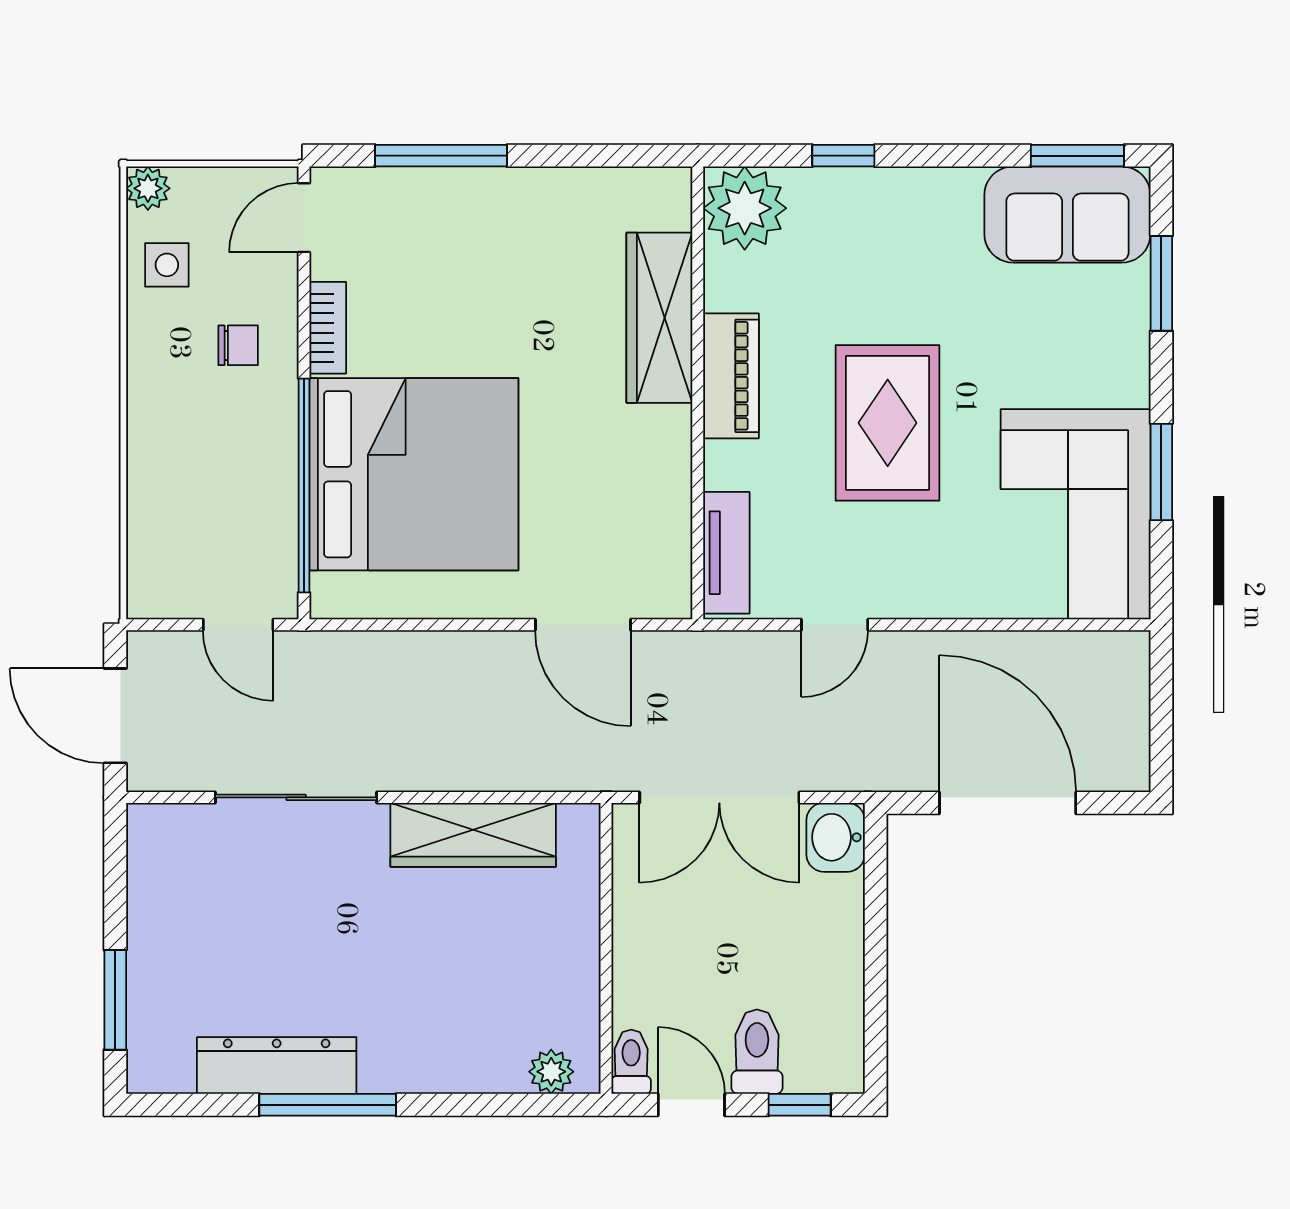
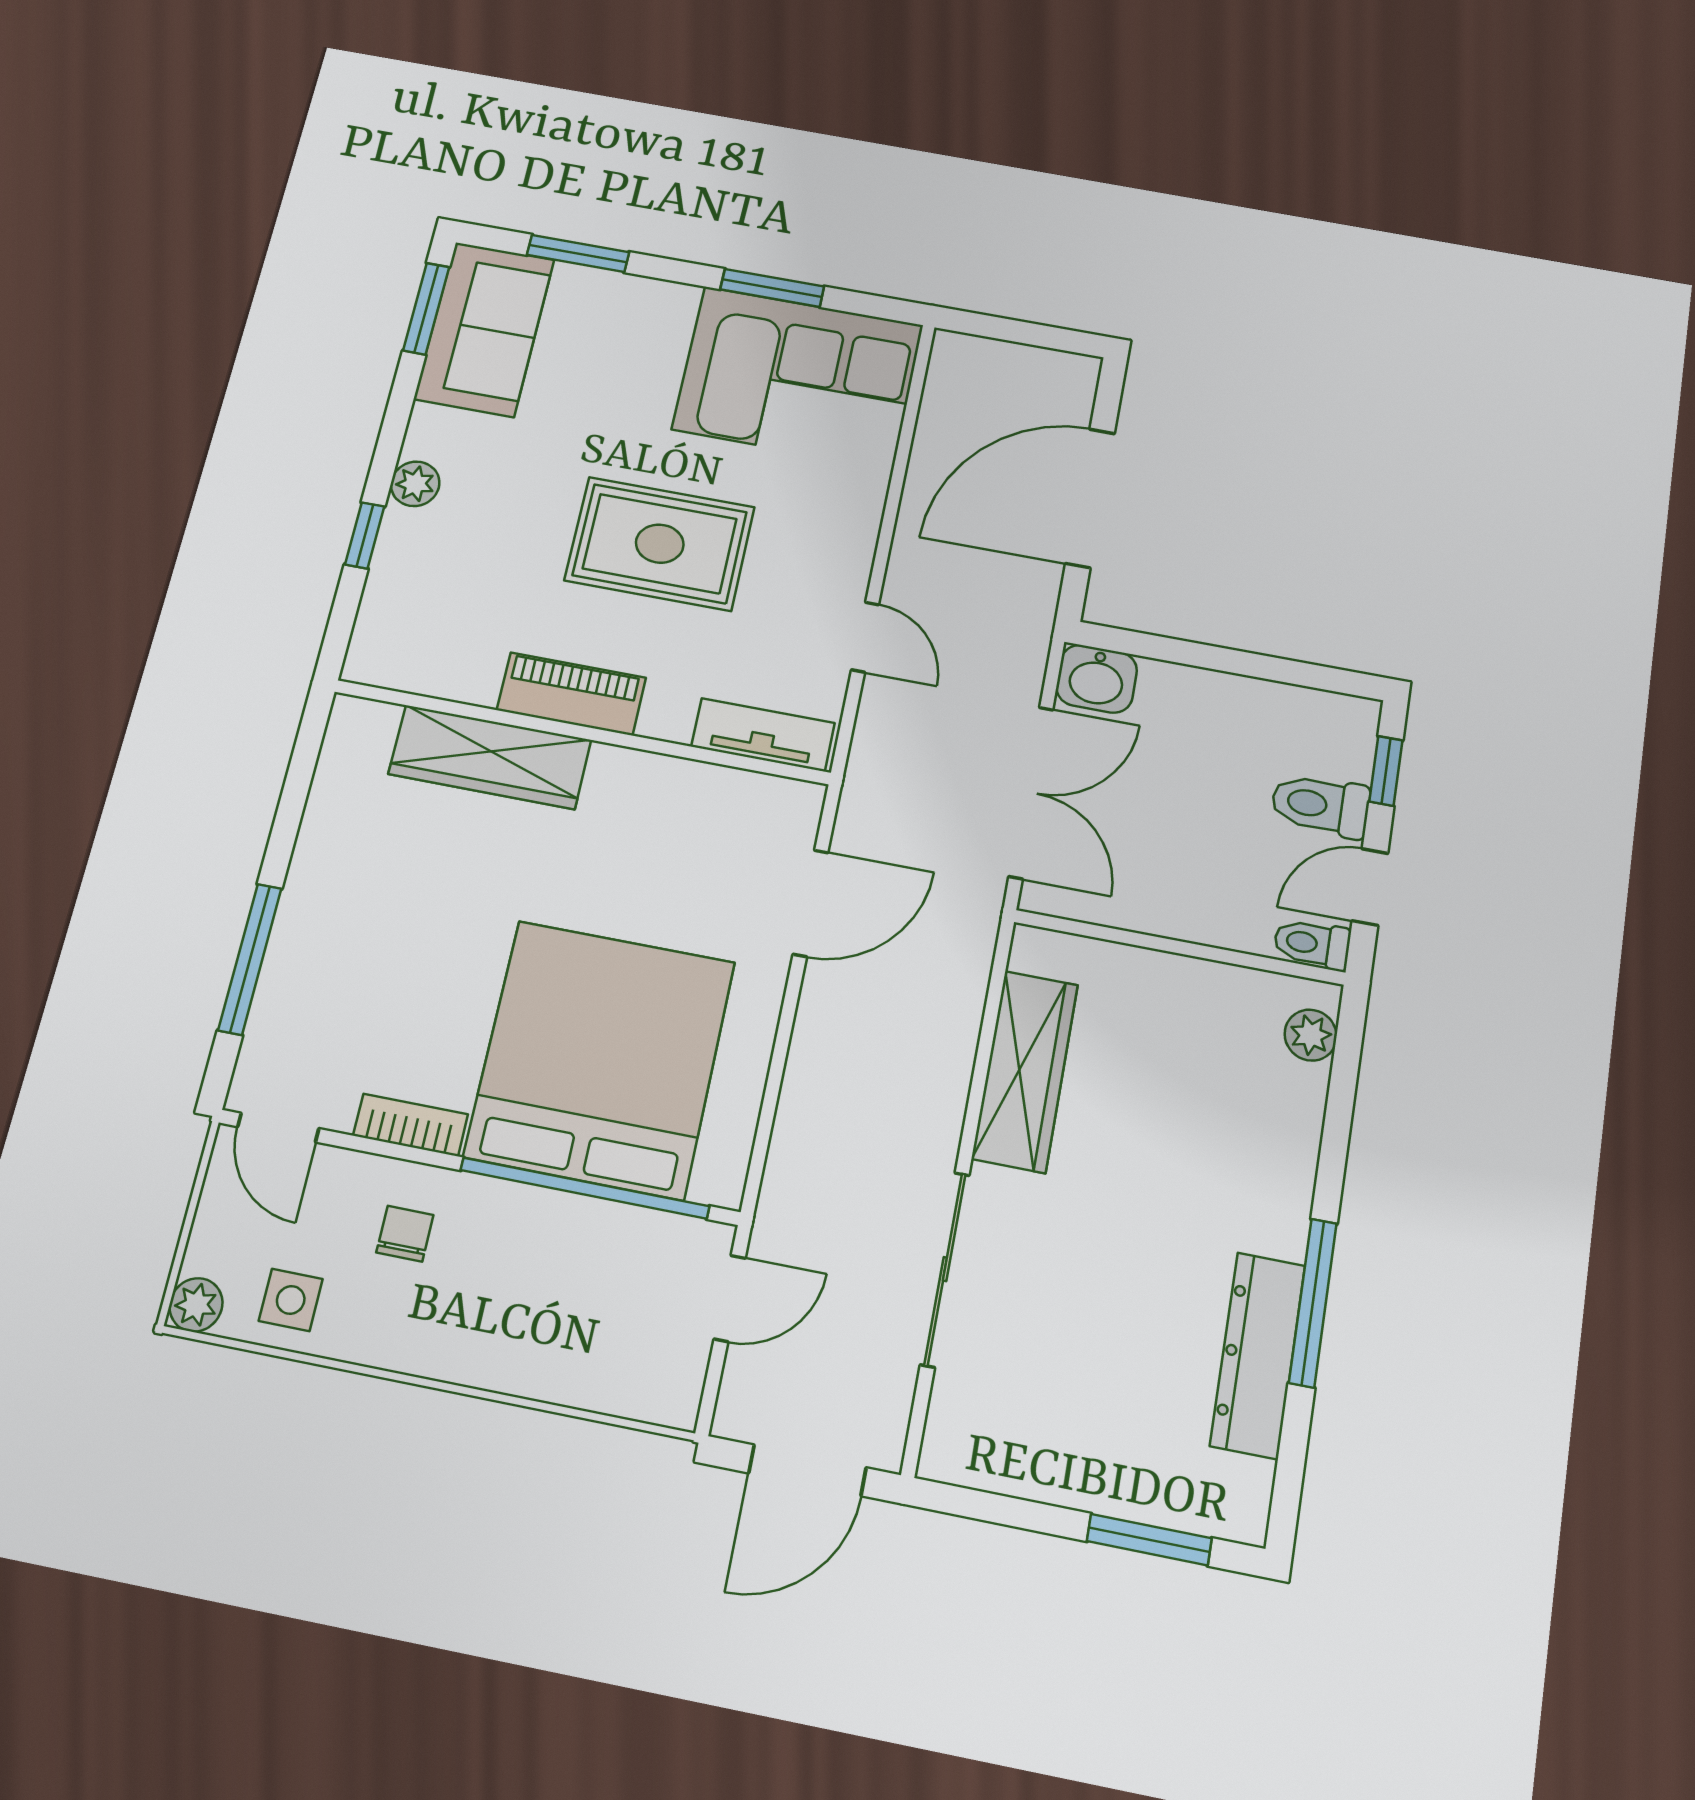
plant: (745, 208) -> (415, 484), moved, width x0.53, depth x0.53

